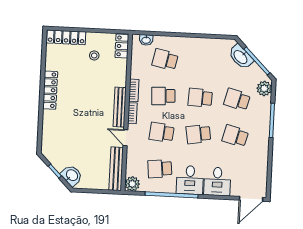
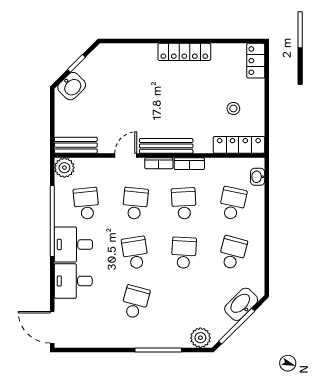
locker: (66, 37) -> (256, 61), width x0.66
locker: (122, 46) -> (239, 145), width x1.53
school desk: (237, 100) -> (233, 253), moved
bench: (116, 169) -> (76, 145), width x0.73

